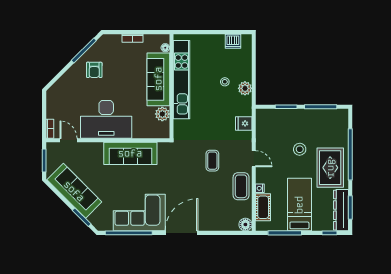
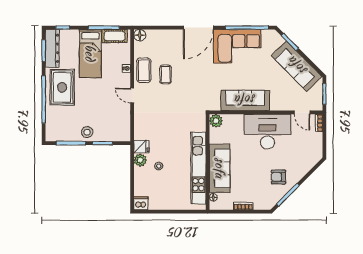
dishwasher: (233, 41) -> (141, 203), moved
armchair: (94, 70) -> (278, 177), turned -90
plant: (162, 114) -> (216, 121), moved
fridge: (244, 123) -> (141, 147), moved
stool: (300, 149) -> (87, 132), moved
coffee table: (212, 161) -> (166, 74), moved
cot: (263, 207) -> (115, 36), moved, turned 90

